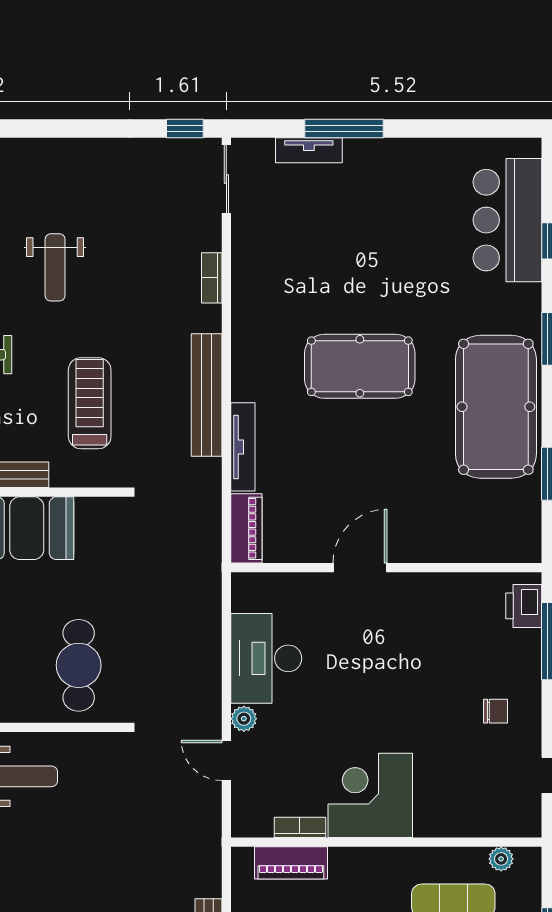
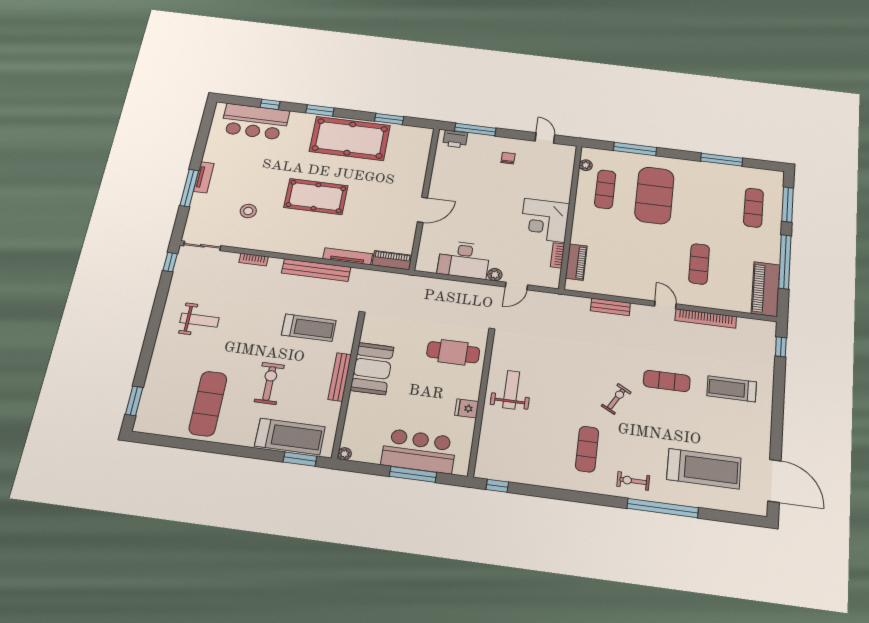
tv unit: (309, 150) -> (204, 177), moved
stool: (311, 248) -> (248, 211), added
weight bench: (55, 267) -> (199, 320), moved
pool table: (360, 366) -> (316, 197), turned 90
treadmill: (90, 403) -> (309, 328), turned 180
door: (360, 568) -> (422, 210), swing flipped

